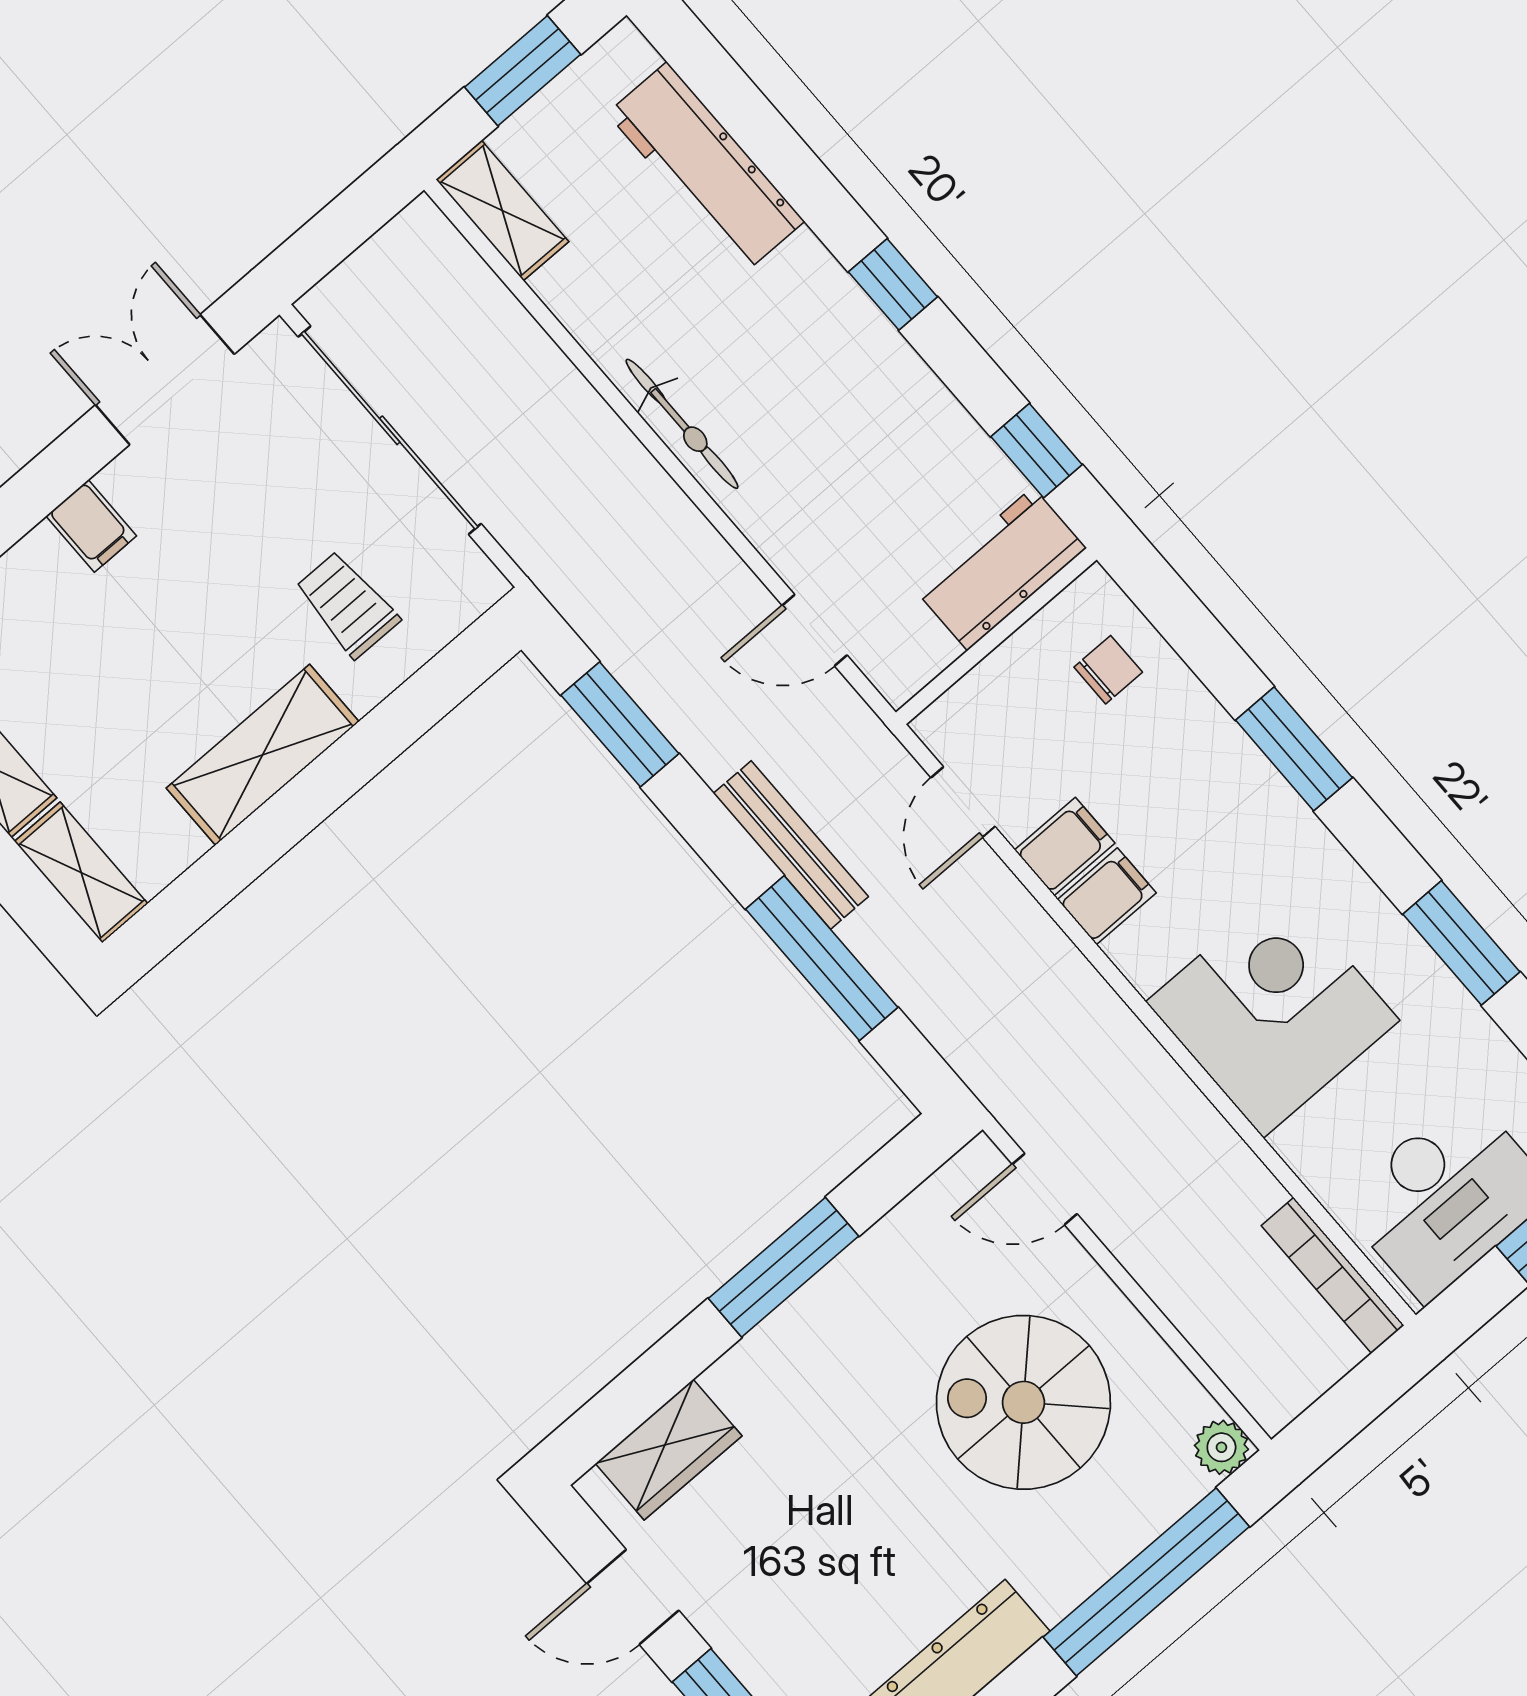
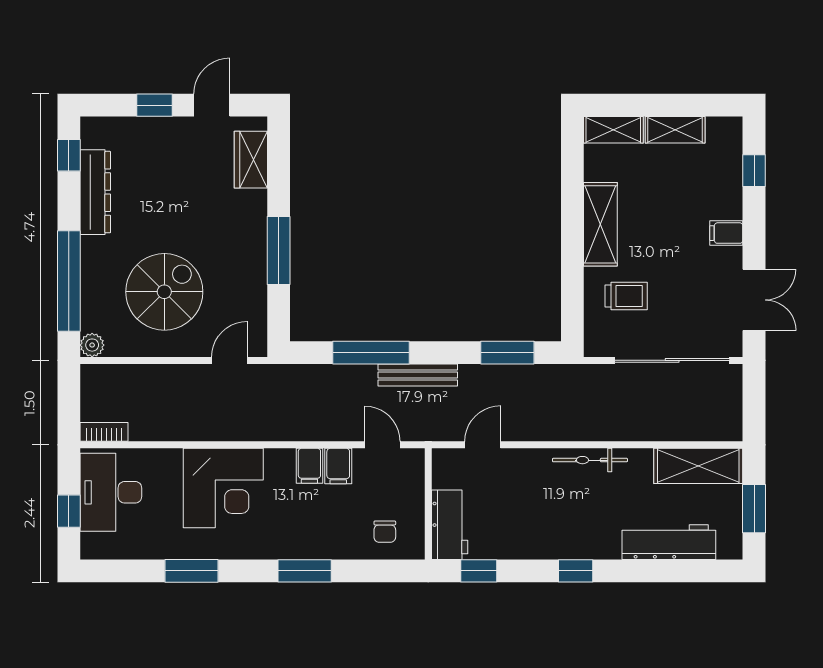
shelving: (502, 211) -> (698, 466), width x1.50, depth x1.33
bookcase: (1333, 1275) -> (104, 432), width x0.64

